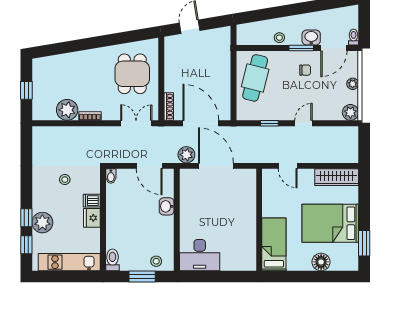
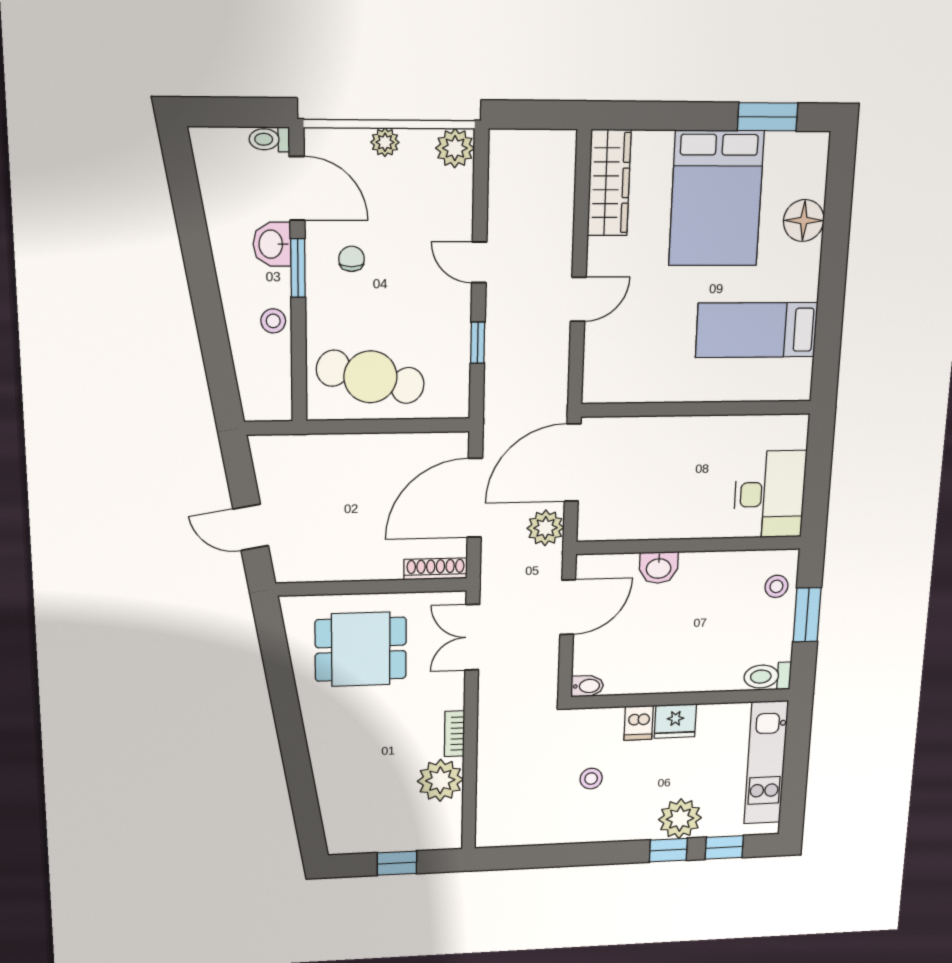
wall: (259, 220) -> (697, 409), moved

